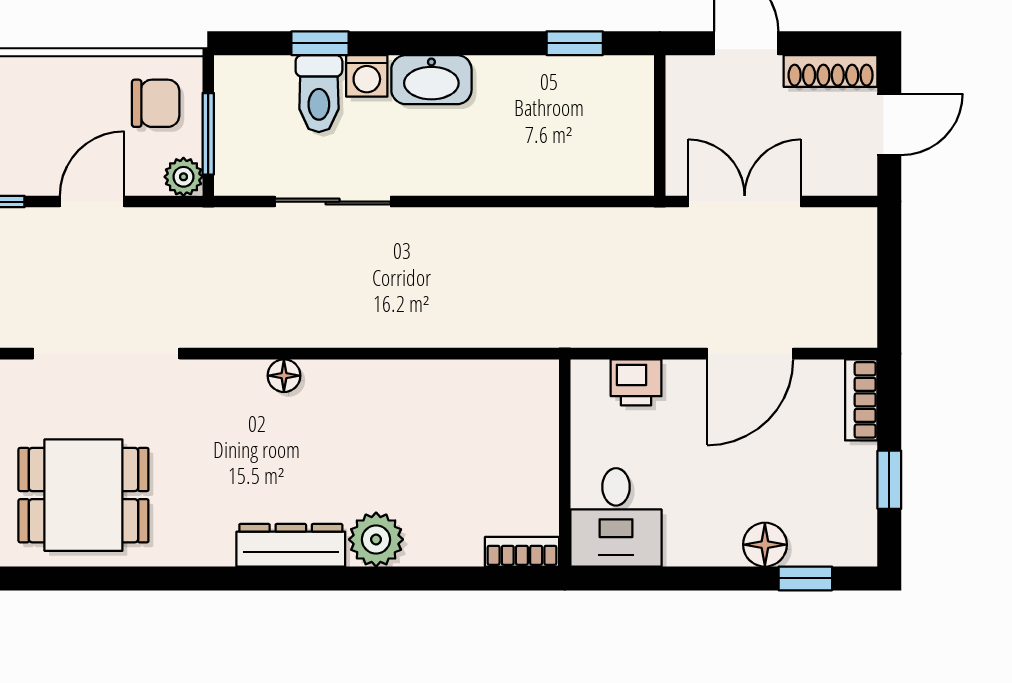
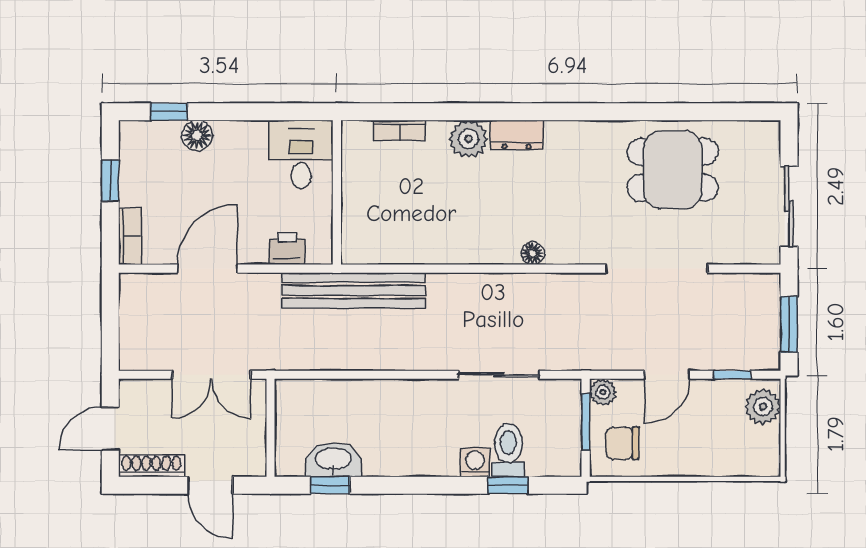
washbasin: (431, 80) -> (333, 460), moved
bench: (540, 322) -> (354, 290), added
dresser: (291, 545) -> (516, 135), width x0.70
bookcase: (522, 552) -> (399, 130), moved

